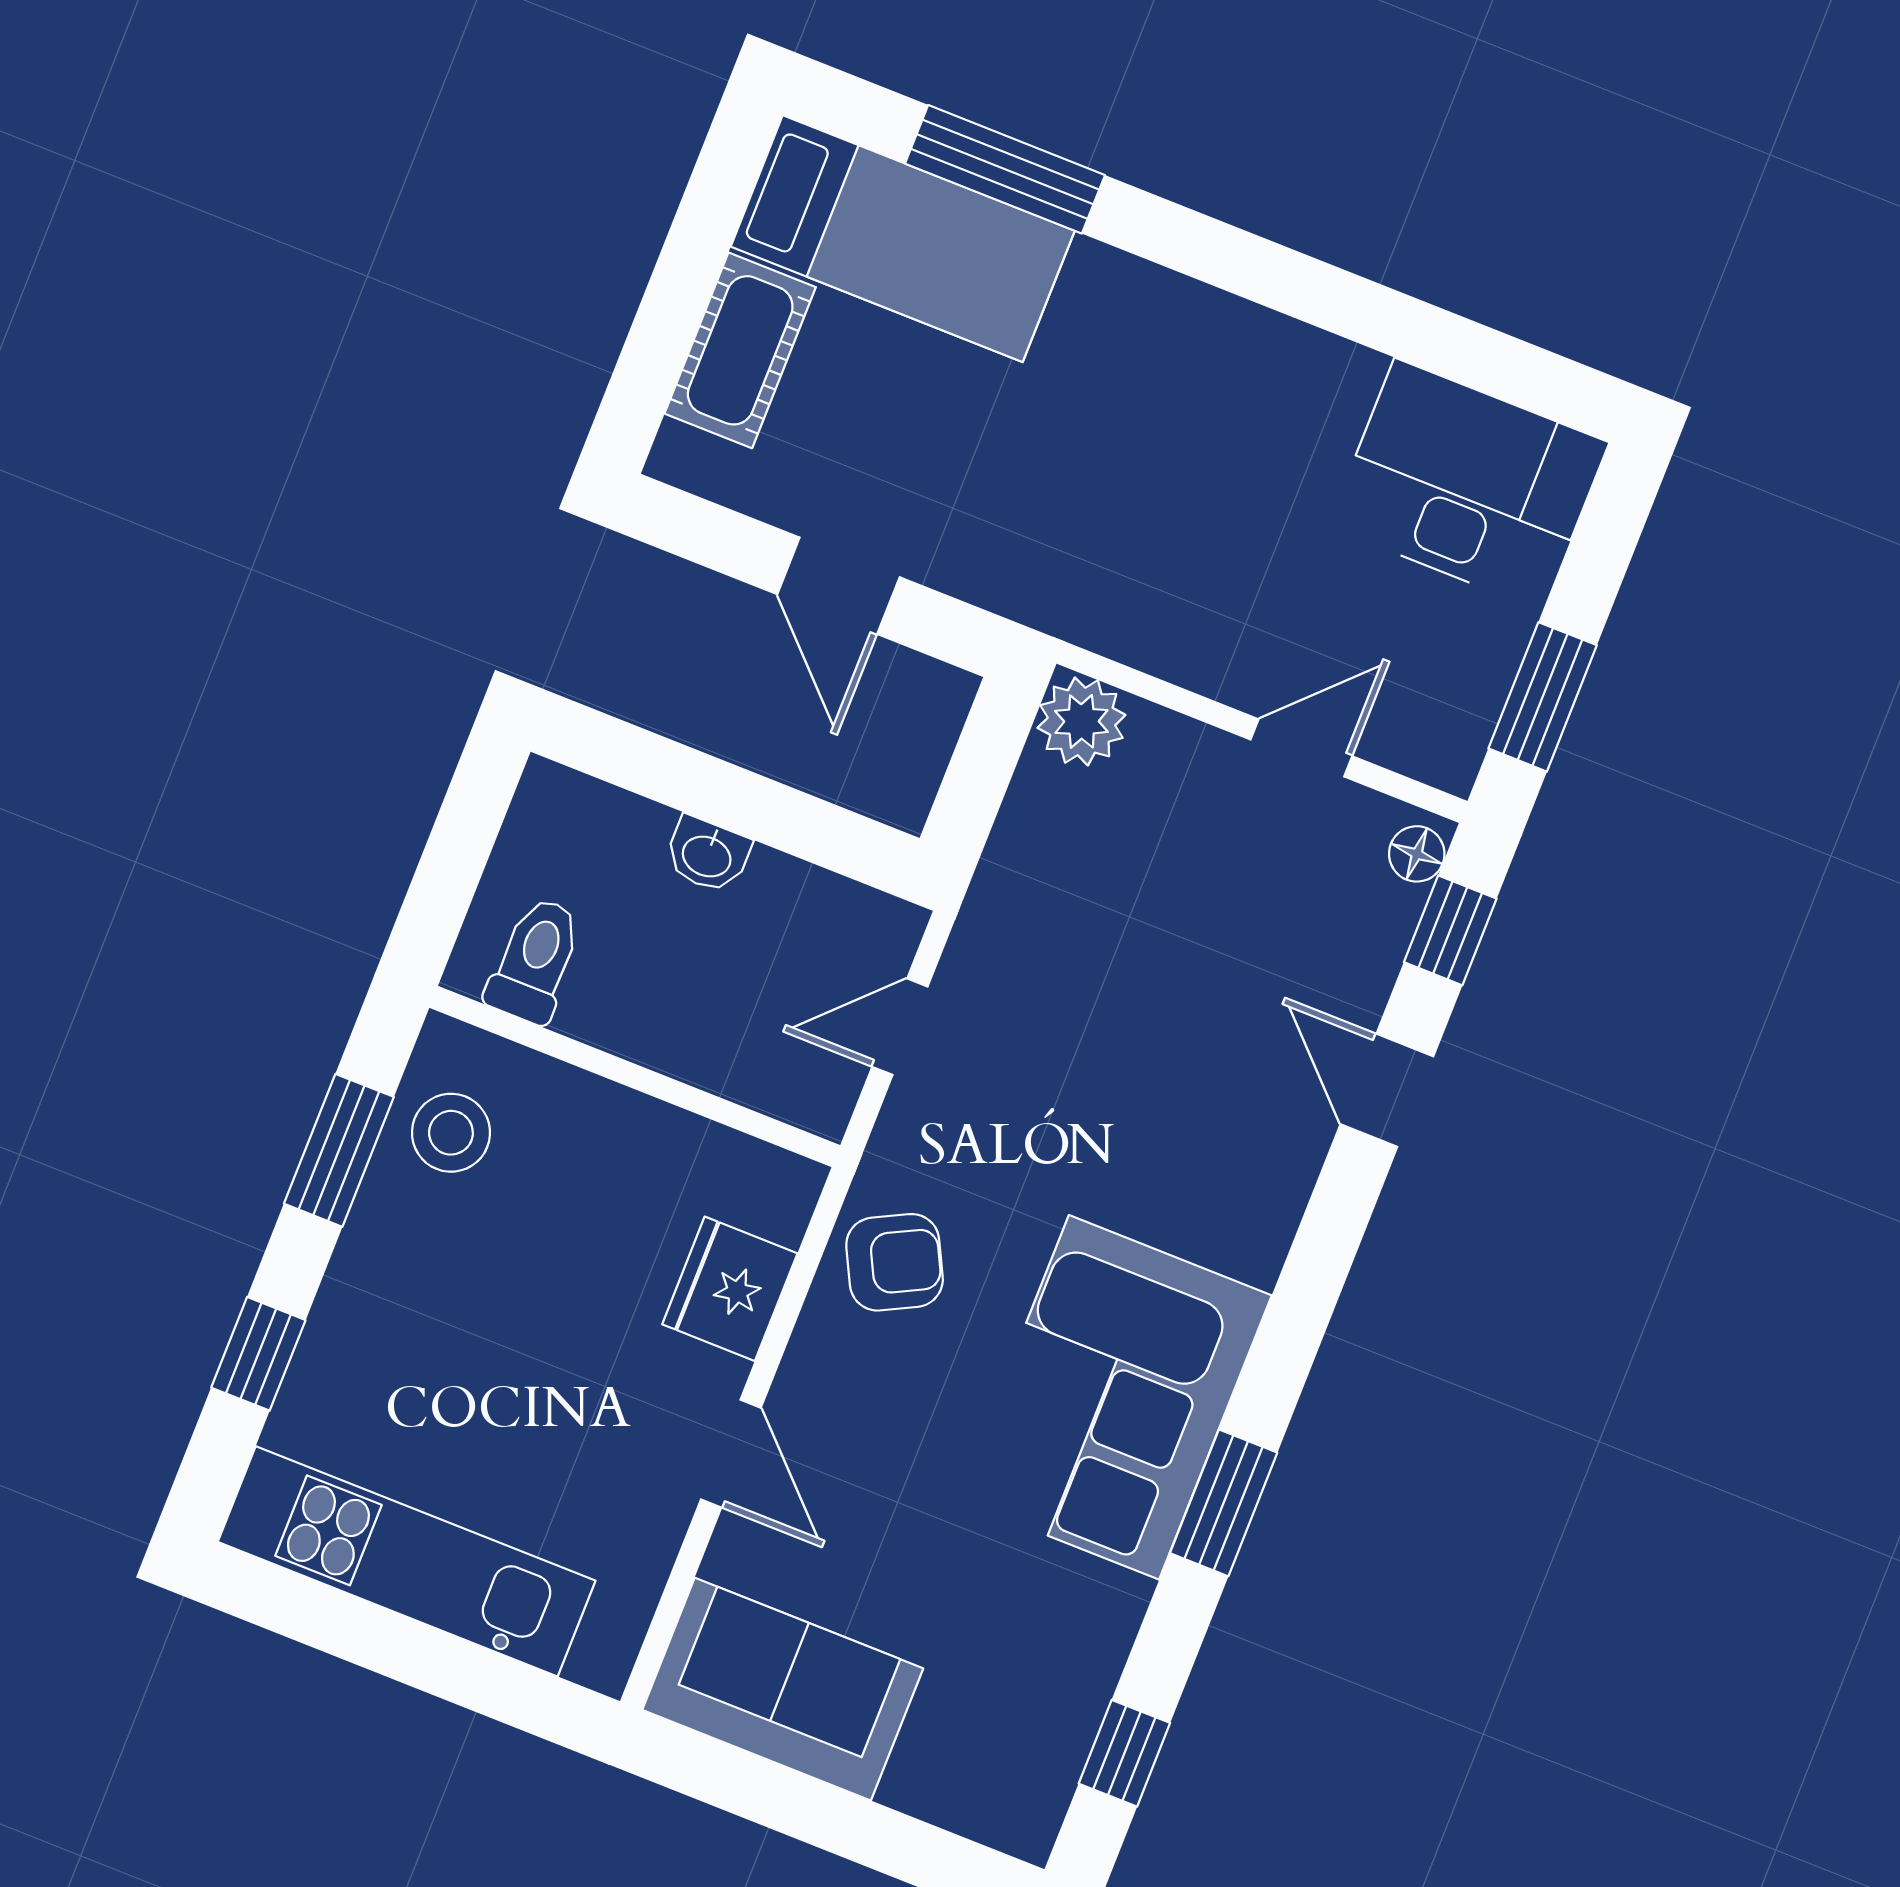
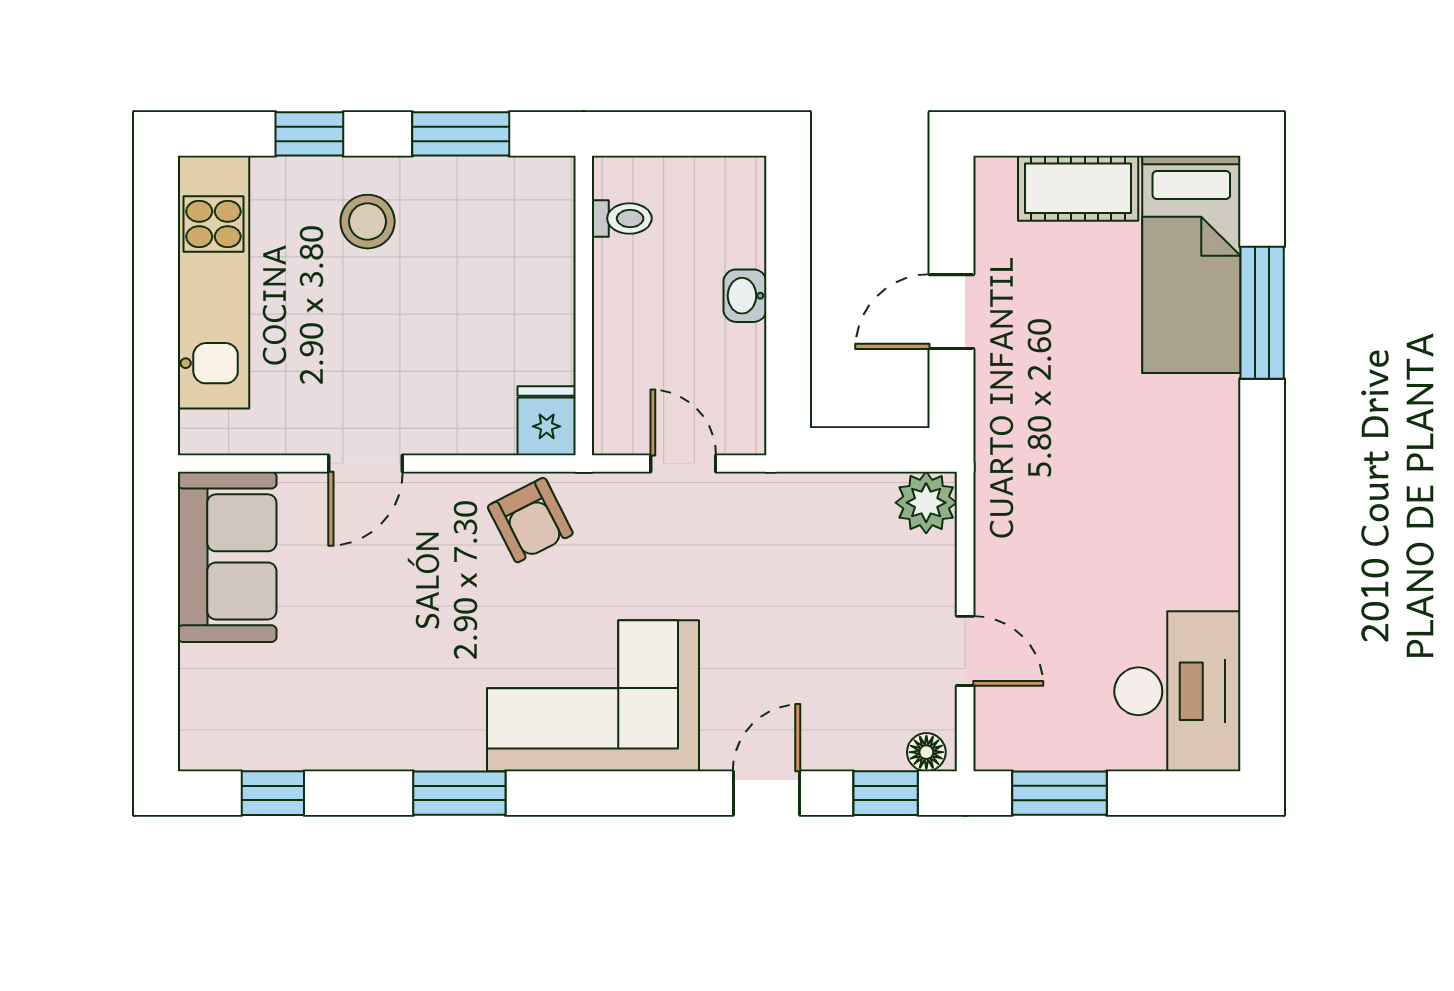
toilet: (535, 960) -> (622, 218), width x0.73, depth x0.72
stool: (451, 1133) -> (368, 222), moved
fridge: (730, 1289) -> (547, 421), moved, width x0.72
corner sofa: (1114, 1397) -> (593, 696), moved

